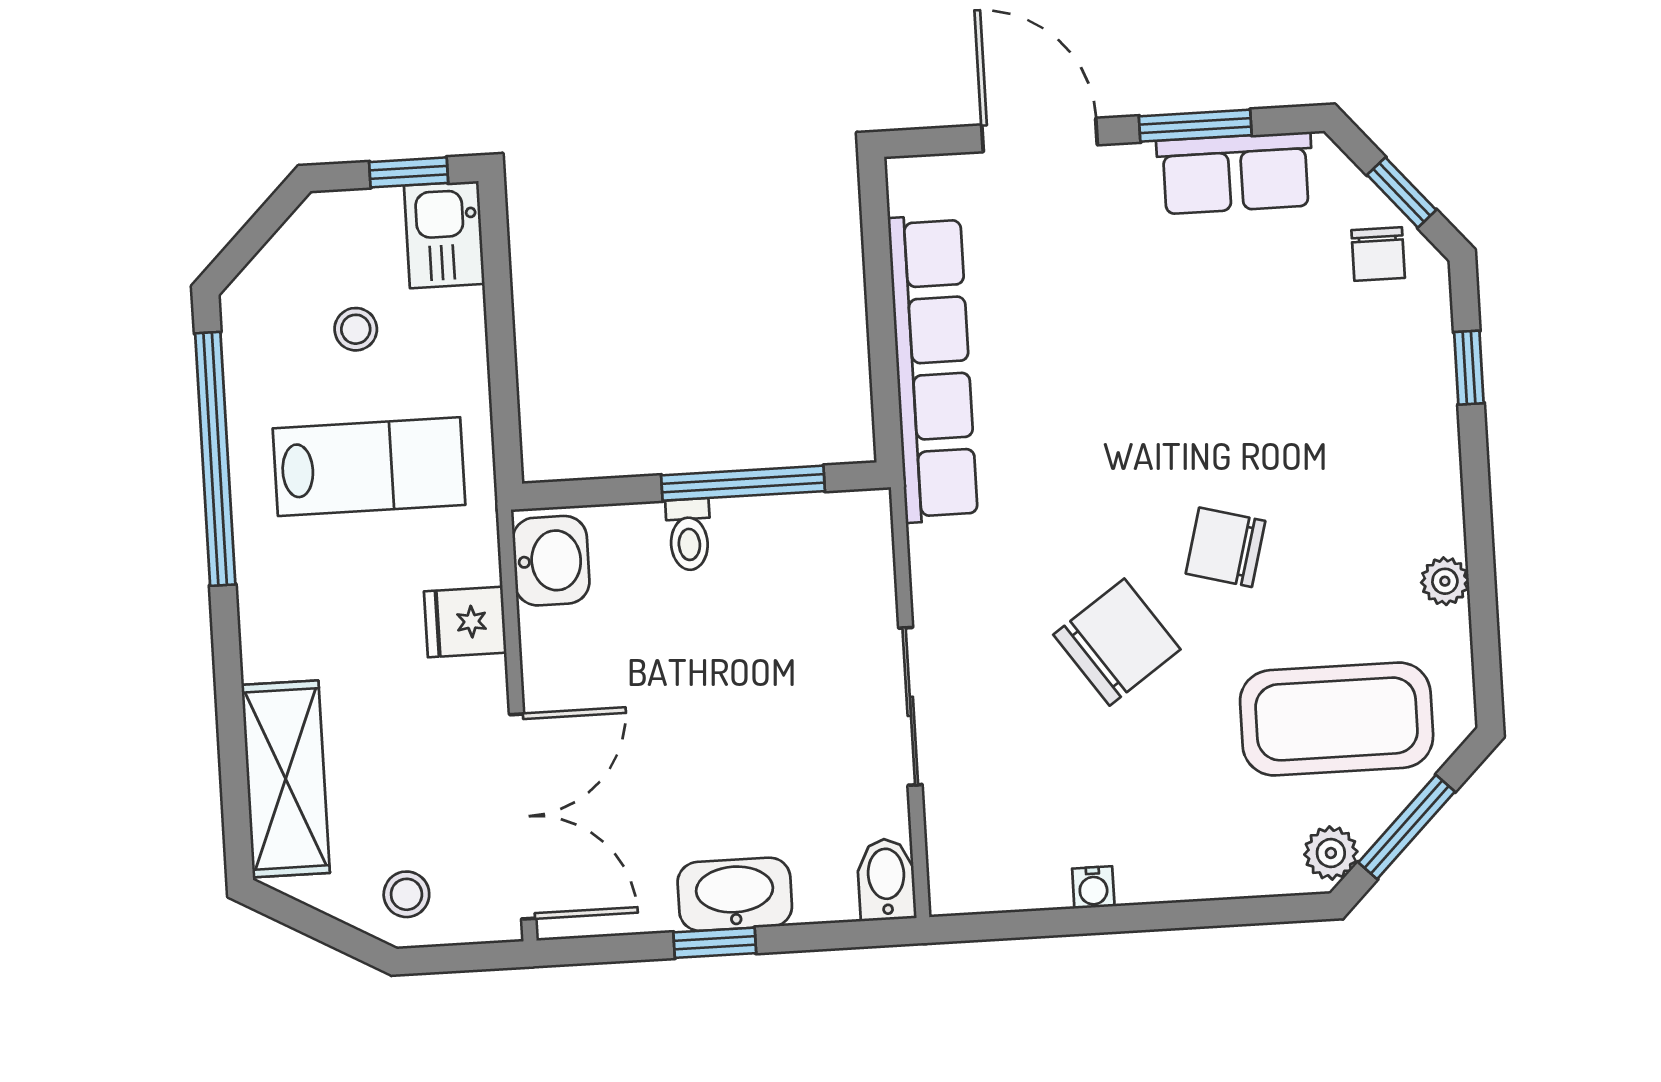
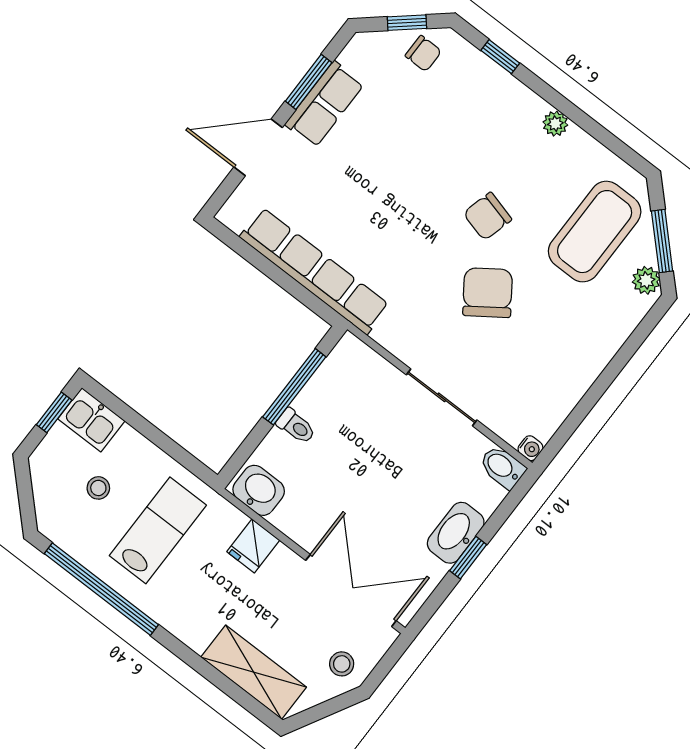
row of seats: (1235, 173) -> (325, 104), moved
plant: (1445, 581) -> (555, 124), moved
water cooler: (1093, 887) -> (530, 448), moved

